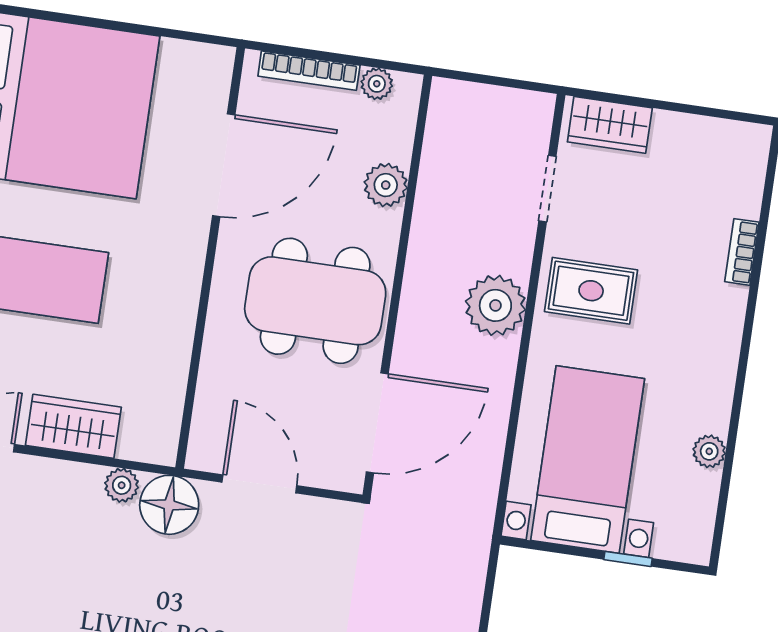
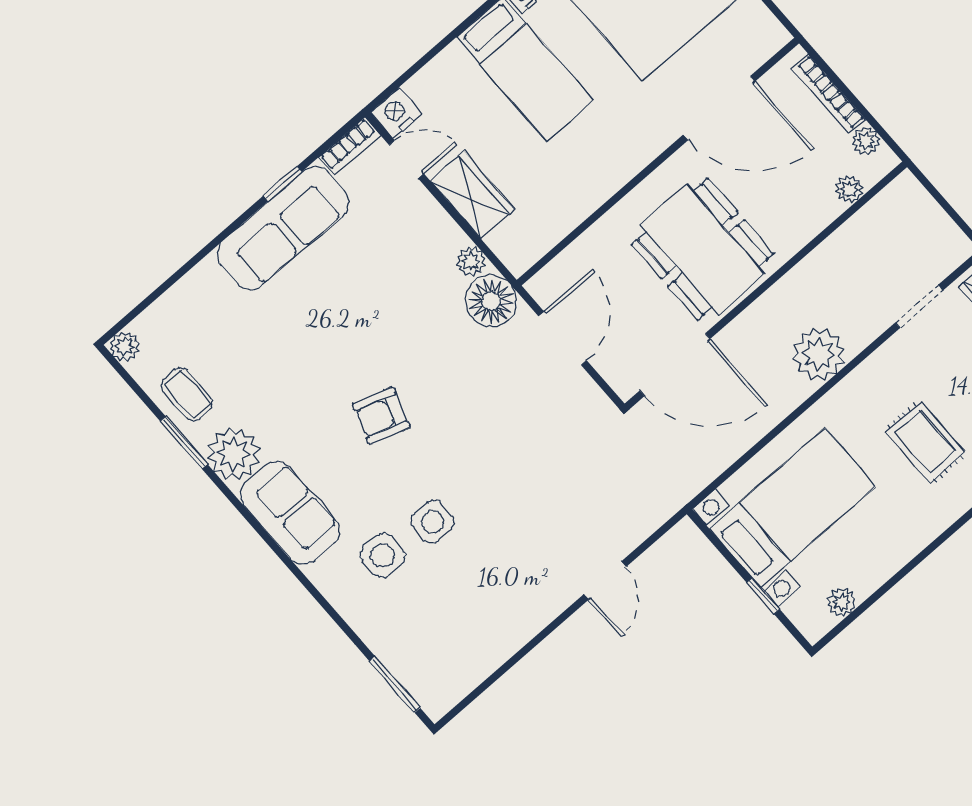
plant: (386, 185) -> (849, 189), moved, width x0.73, depth x0.73
rug: (591, 291) -> (925, 442), moved
plant: (709, 451) -> (842, 602), moved

